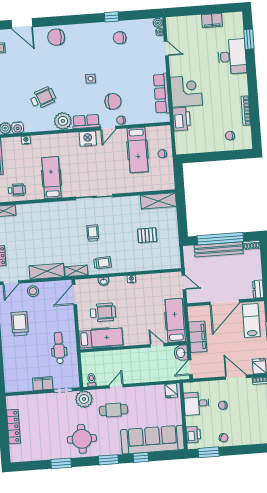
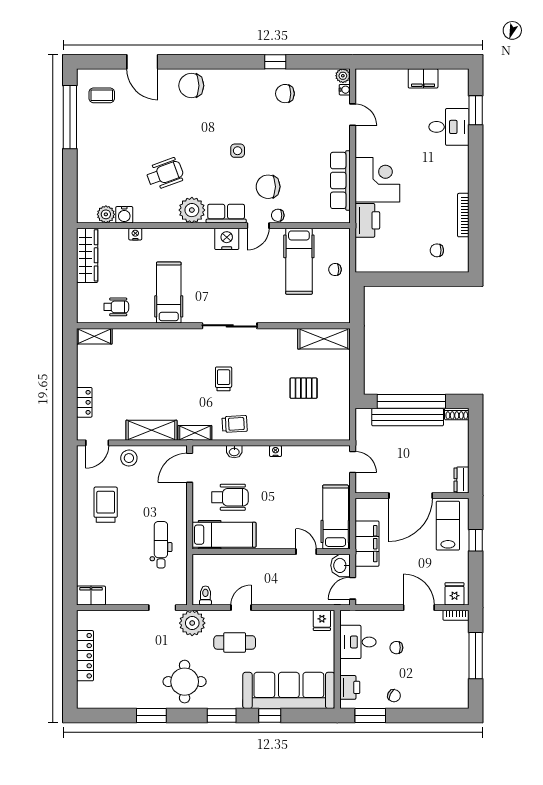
desk: (232, 57) -> (449, 127), width x0.73
chair: (113, 101) -> (268, 187), turned 180
filing cabinet: (43, 384) -> (91, 596), moved

